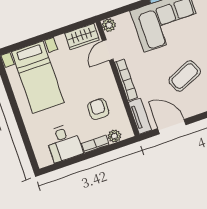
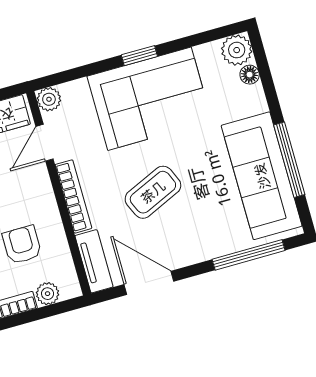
coffee table: (185, 76) -> (153, 192), moved

